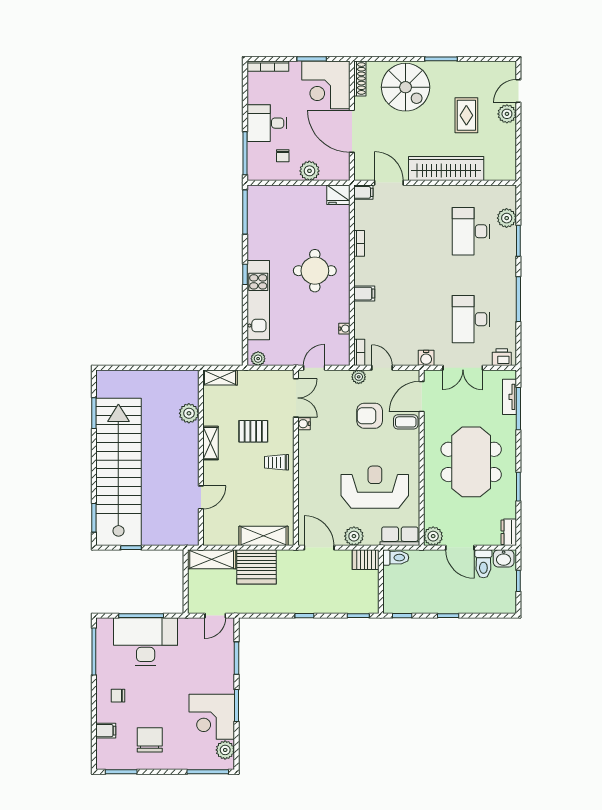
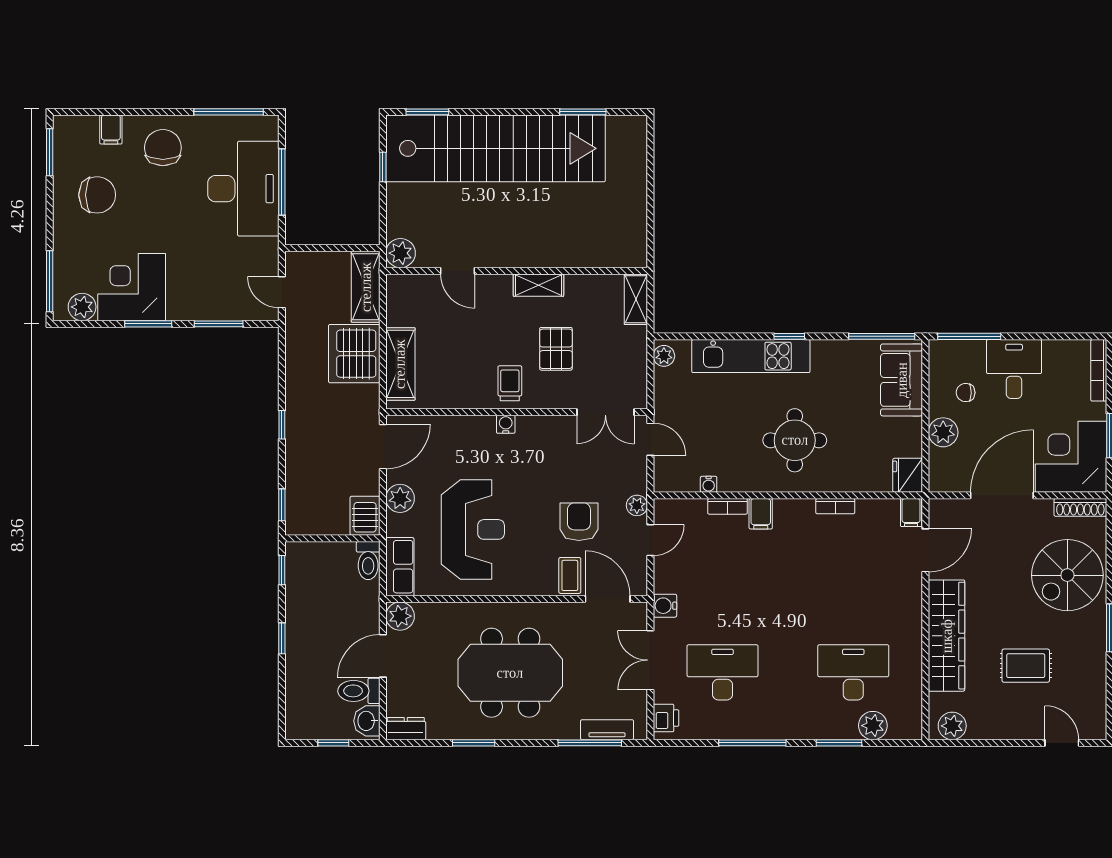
plant: (507, 114) -> (952, 726), moved
sofa: (274, 199) -> (902, 380), added
bookcase: (359, 352) -> (727, 506), moved
plant: (189, 413) -> (401, 253), moved
water cooler: (304, 424) -> (506, 424), moved
chair: (118, 696) -> (163, 148), width x1.87, depth x1.87

